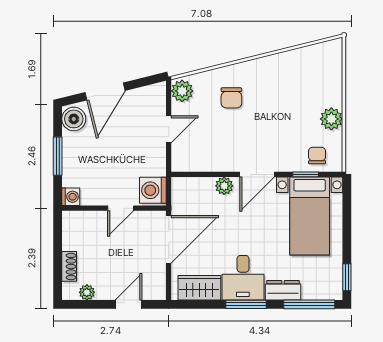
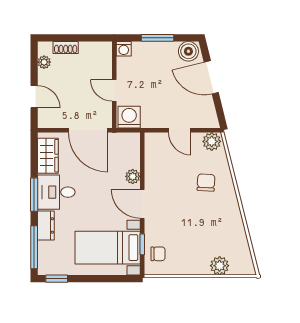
chair: (231, 98) -> (206, 182), turned 93
plant: (331, 119) -> (220, 266), moved

